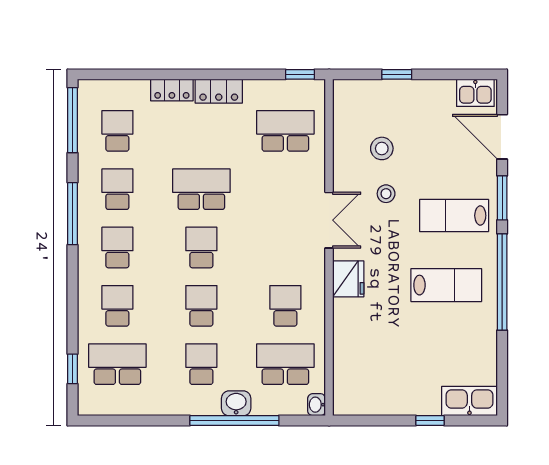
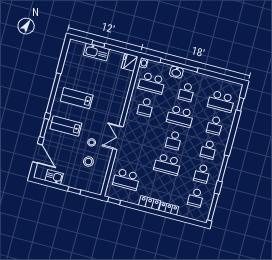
kitchen sink: (475, 93) -> (54, 177), moved
lab bench: (454, 216) -> (66, 126), turned 180
fridge: (348, 279) -> (129, 62), moved
school desk: (201, 306) -> (180, 116), width x1.85
kitchen sink: (469, 401) -> (96, 52), moved

